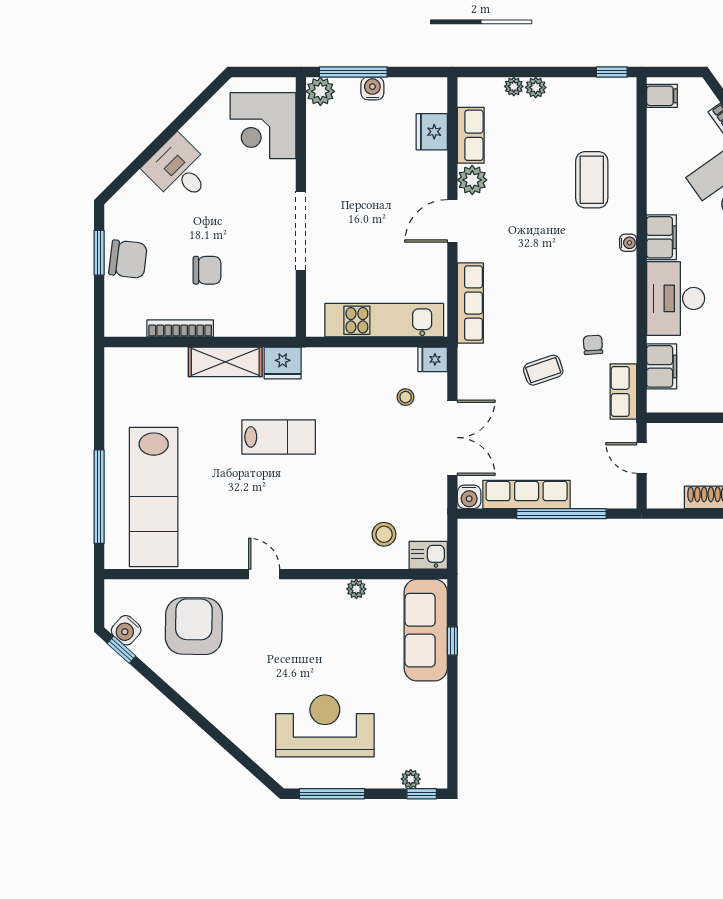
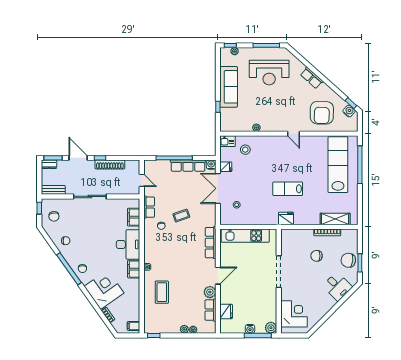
desk: (179, 170) -> (337, 287), moved
fridge: (433, 359) -> (226, 167), moved
shelving: (225, 362) -> (335, 219), moved
sofa: (426, 630) -> (229, 87), moved
row of seats: (219, 713) -> (312, 78), added

